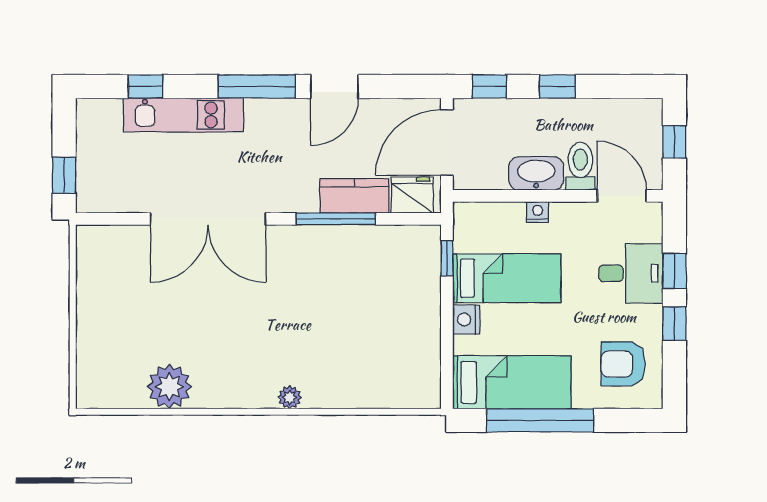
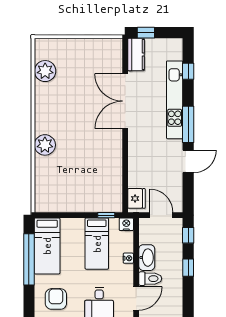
door: (334, 86) -> (188, 161), swing flipped
kitchen unit: (183, 115) -> (175, 100), width x1.36
door: (447, 143) -> (161, 215), width x0.73
kitchen counter: (354, 196) -> (136, 54), moved
window: (336, 219) -> (125, 162), removed
nightstand: (466, 320) -> (126, 224), moved
plant: (169, 387) -> (45, 71), moved
plant: (290, 397) -> (45, 145), width x1.87, depth x1.87

